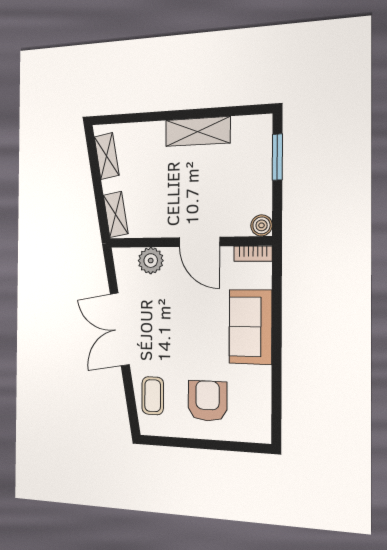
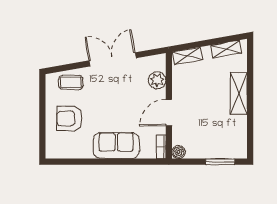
shelving: (198, 131) -> (239, 94), moved
armchair: (207, 401) -> (69, 119), turned 180

